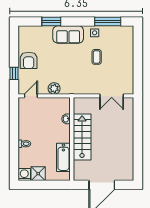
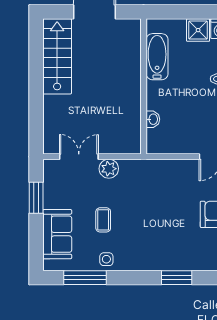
sofa: (68, 34) -> (57, 234), moved, turned 90
window: (138, 71) -> (36, 198), added
plant: (54, 88) -> (109, 169), moved
stairs: (82, 137) -> (57, 56), moved, turned 180

